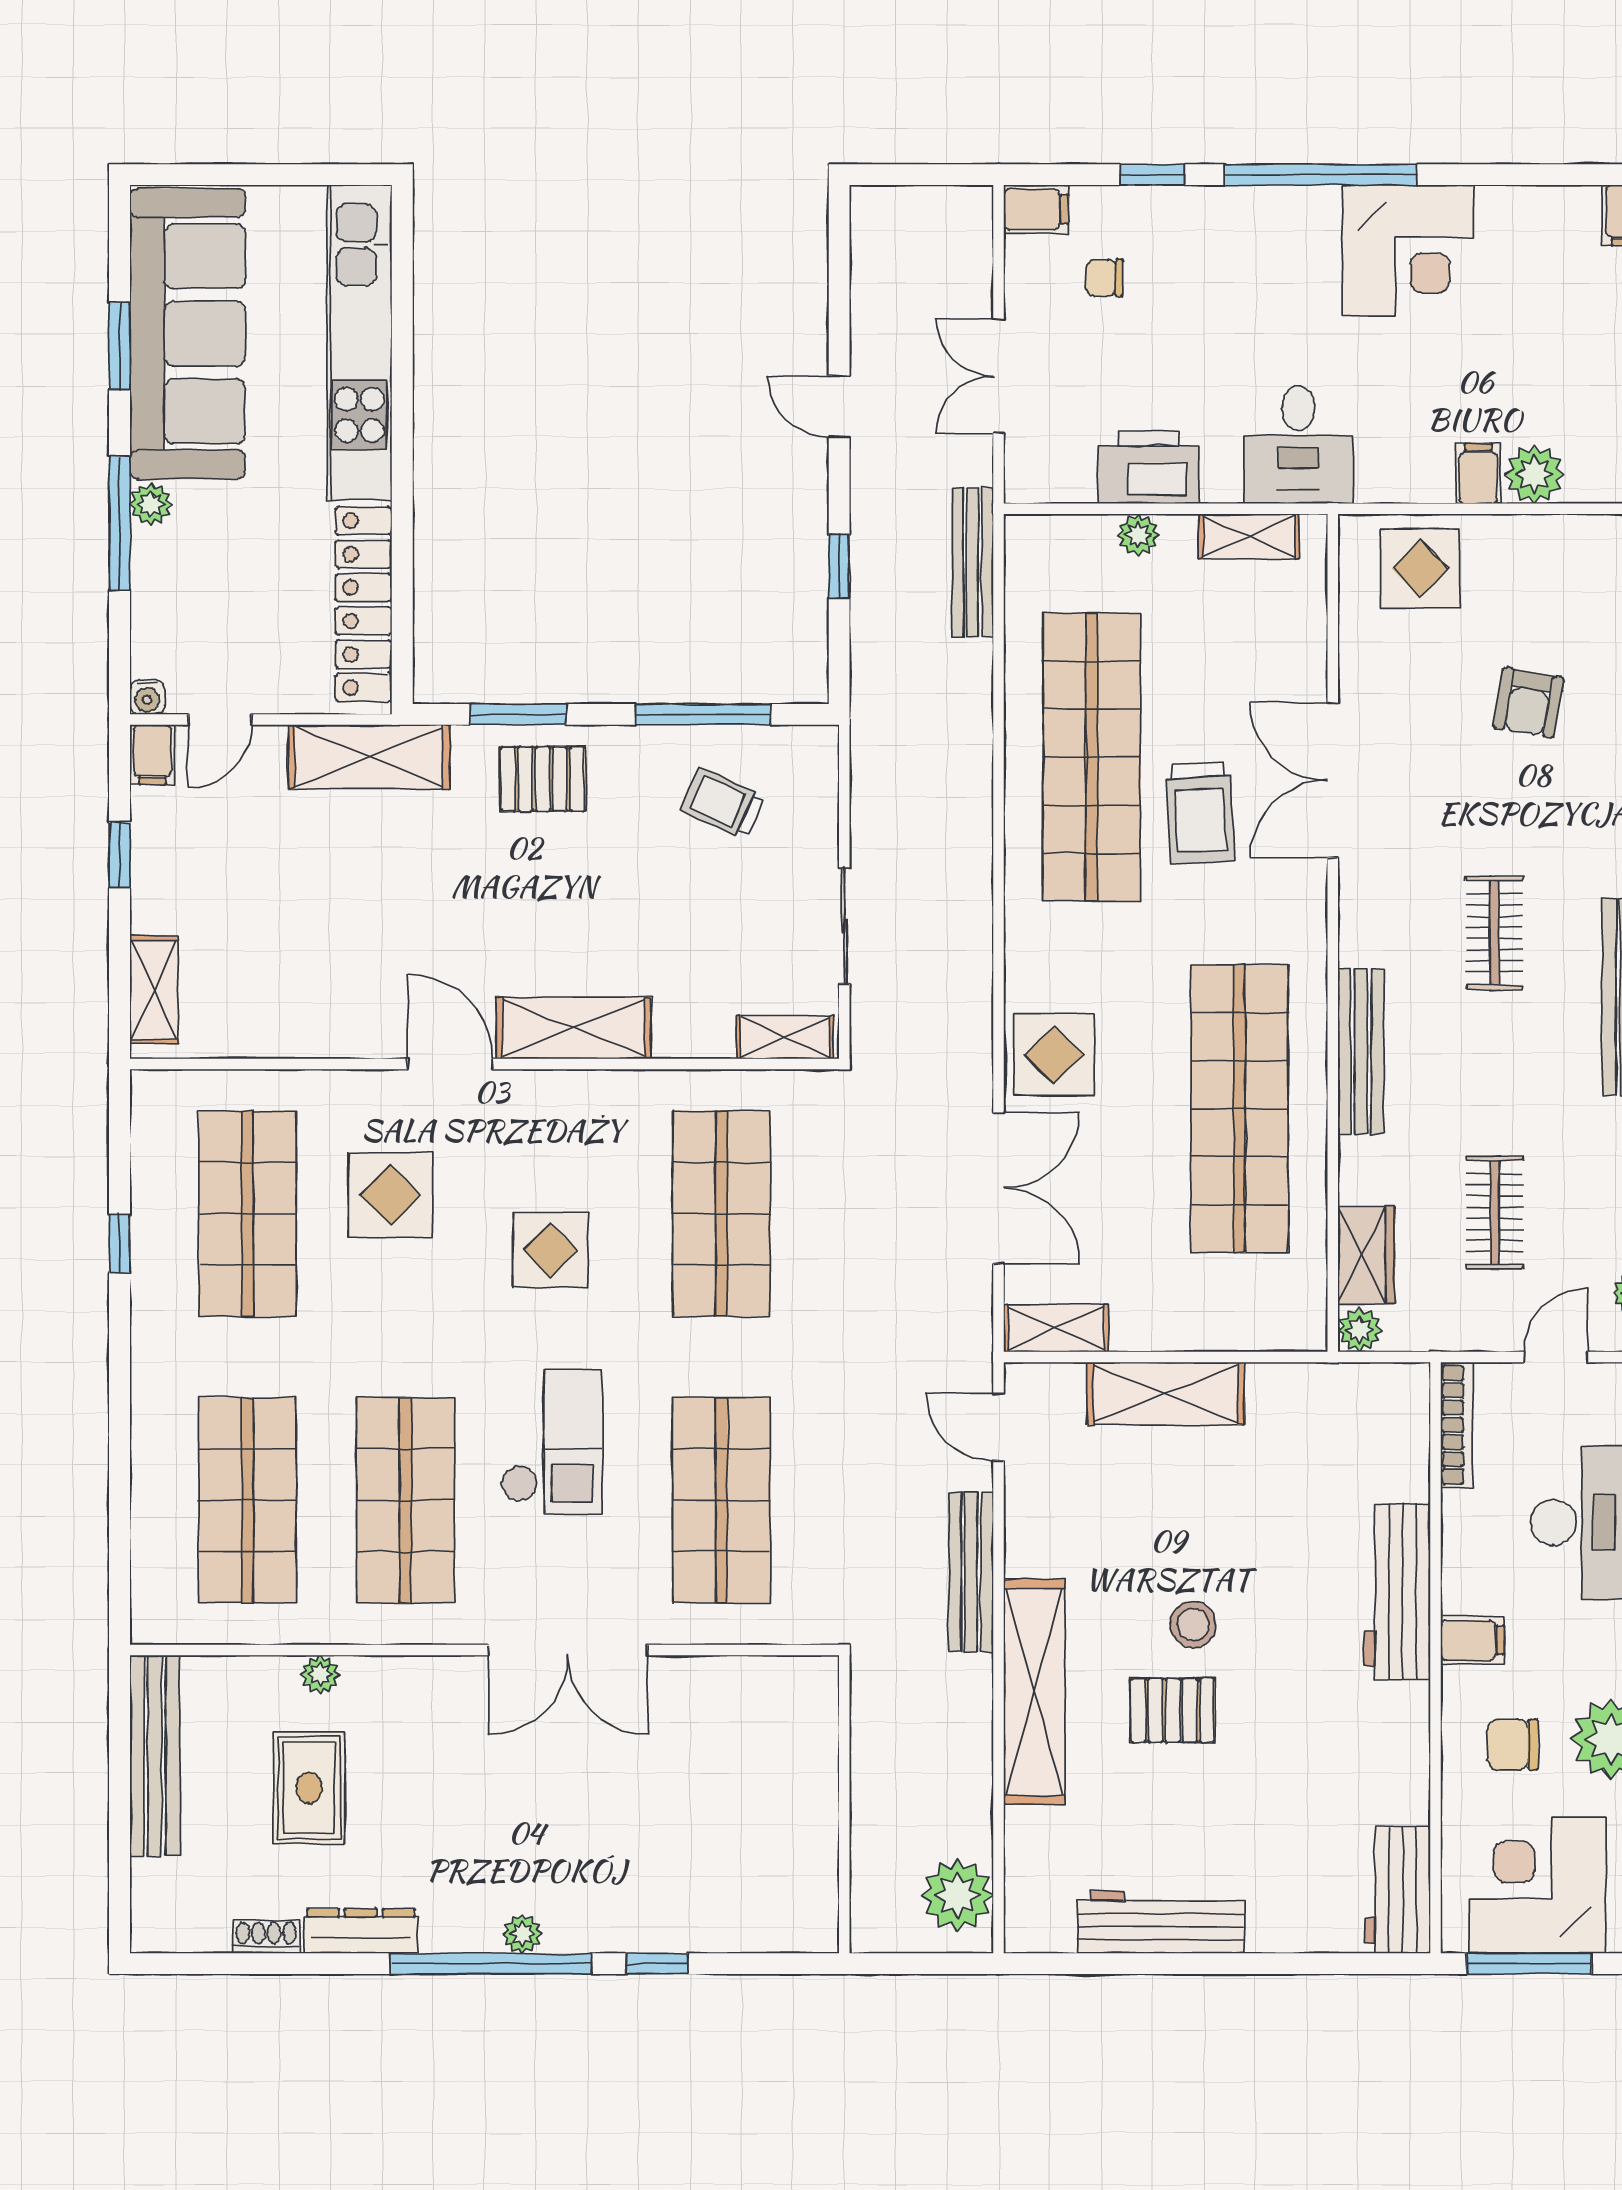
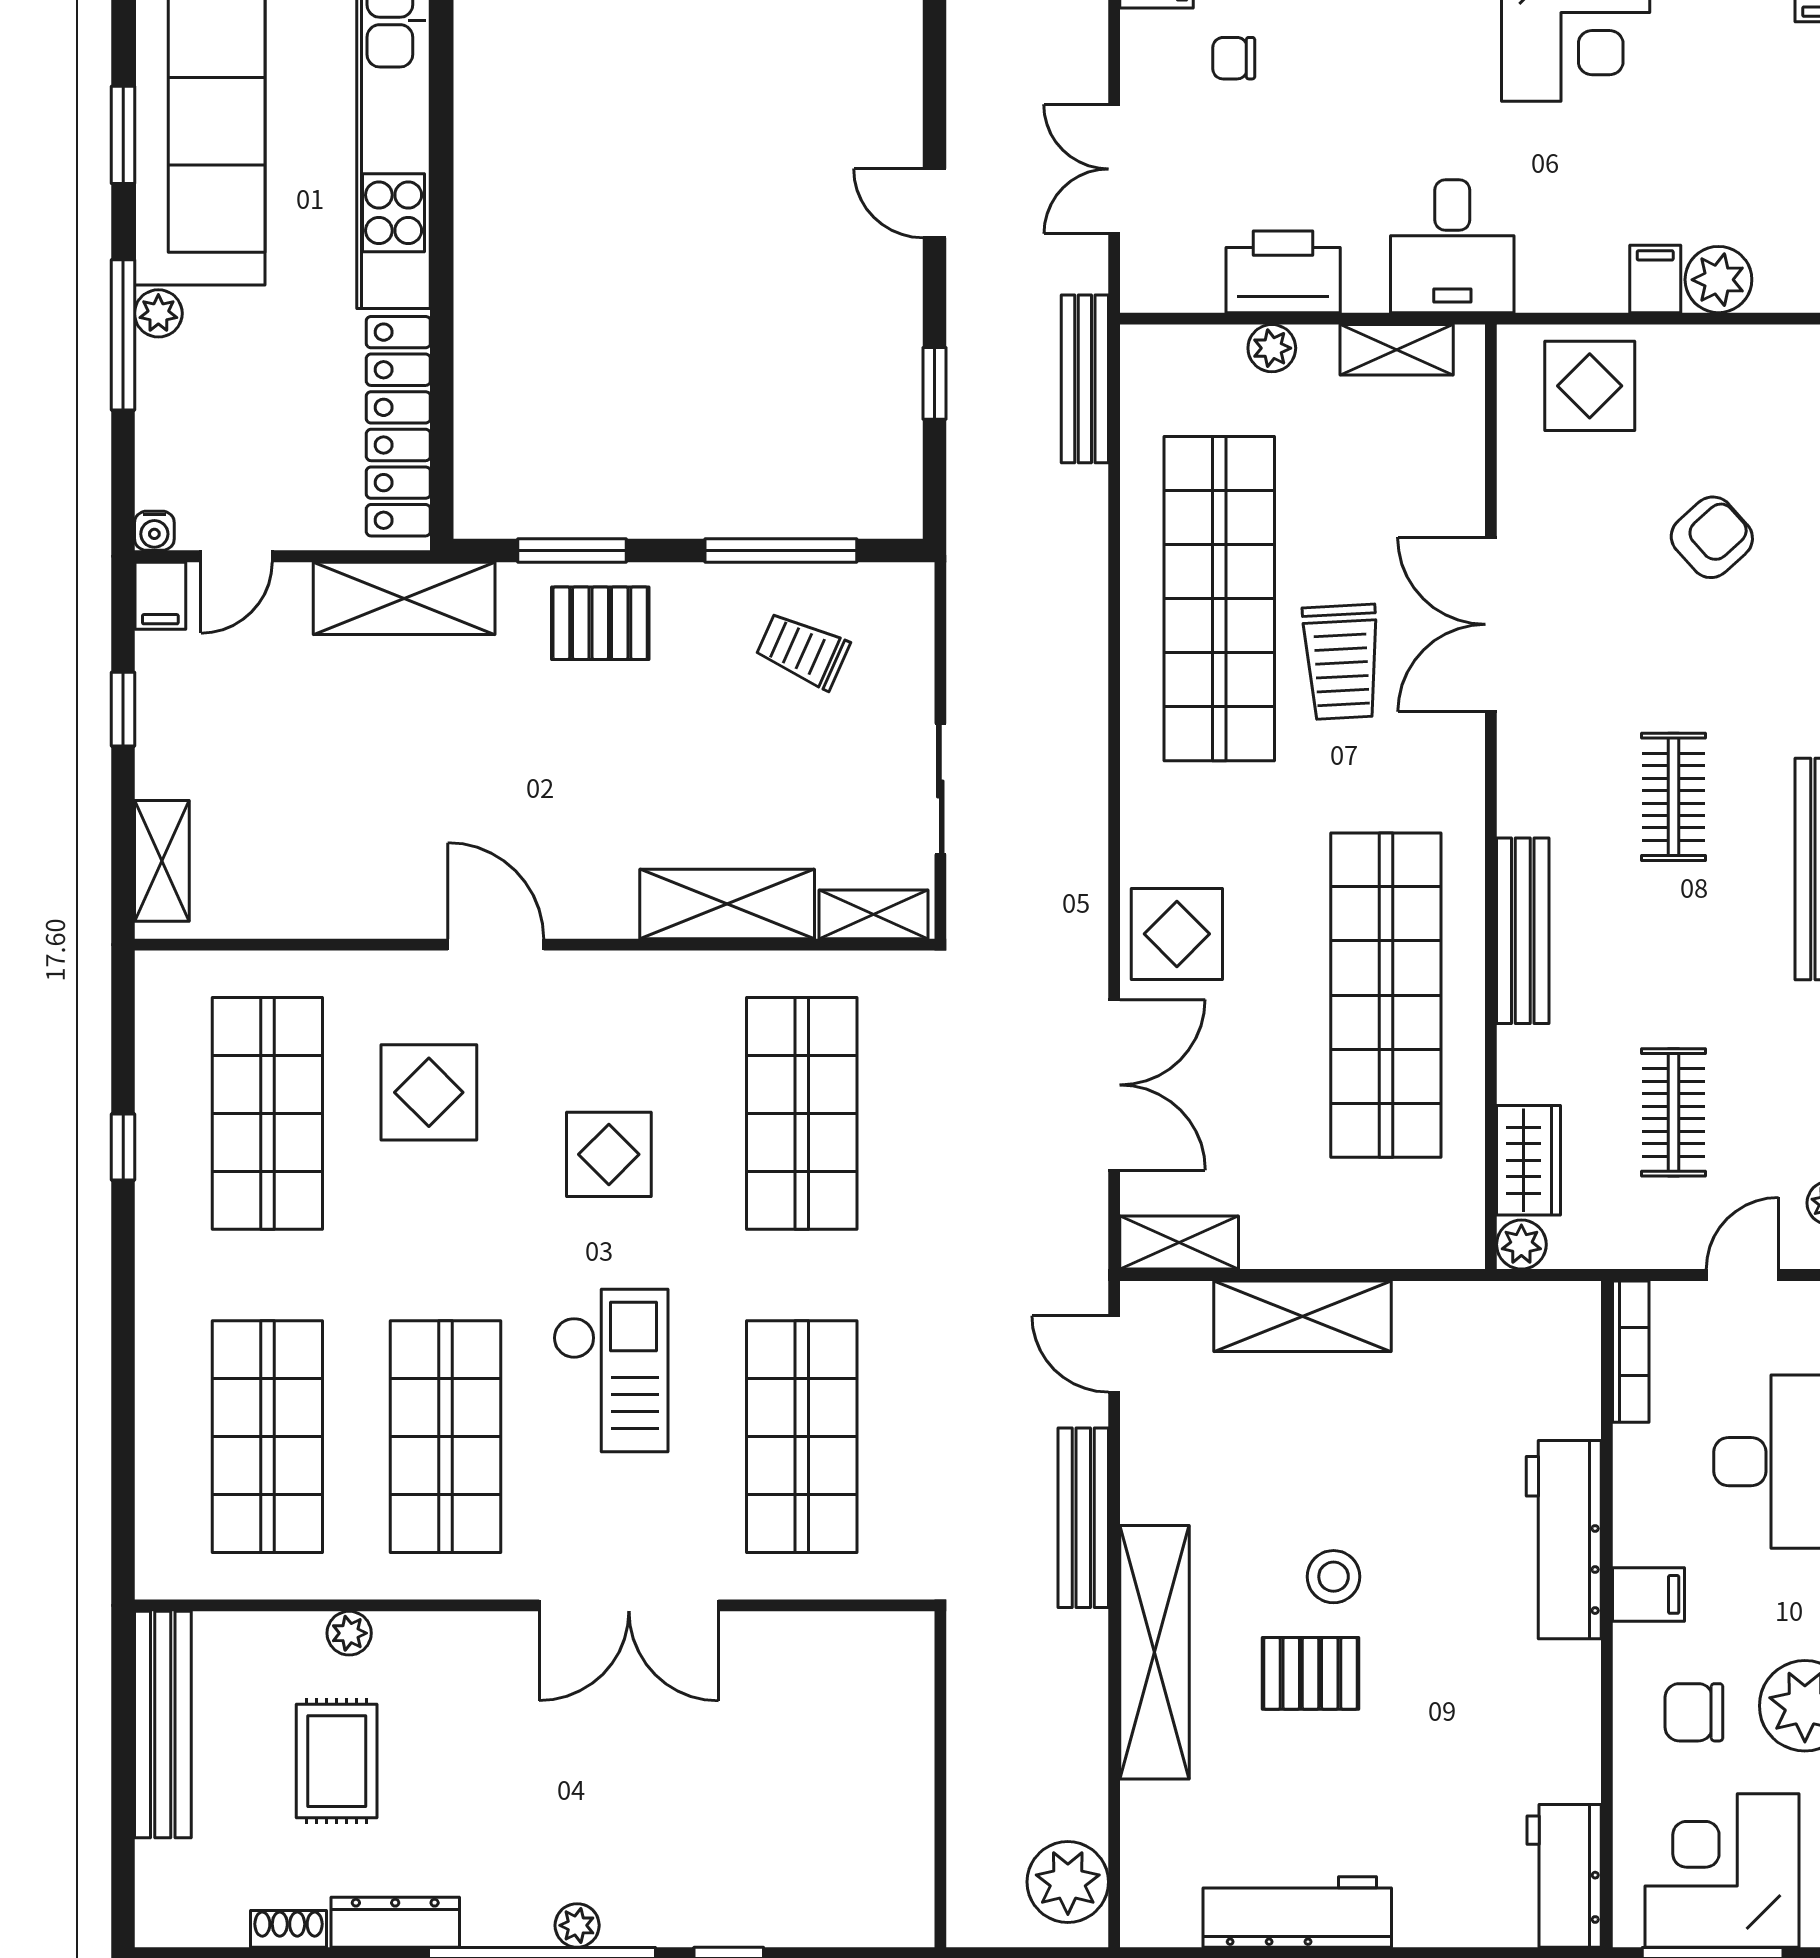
armchair: (1529, 703) -> (1712, 537), turned -142
shelving: (573, 1028) -> (727, 904), moved

